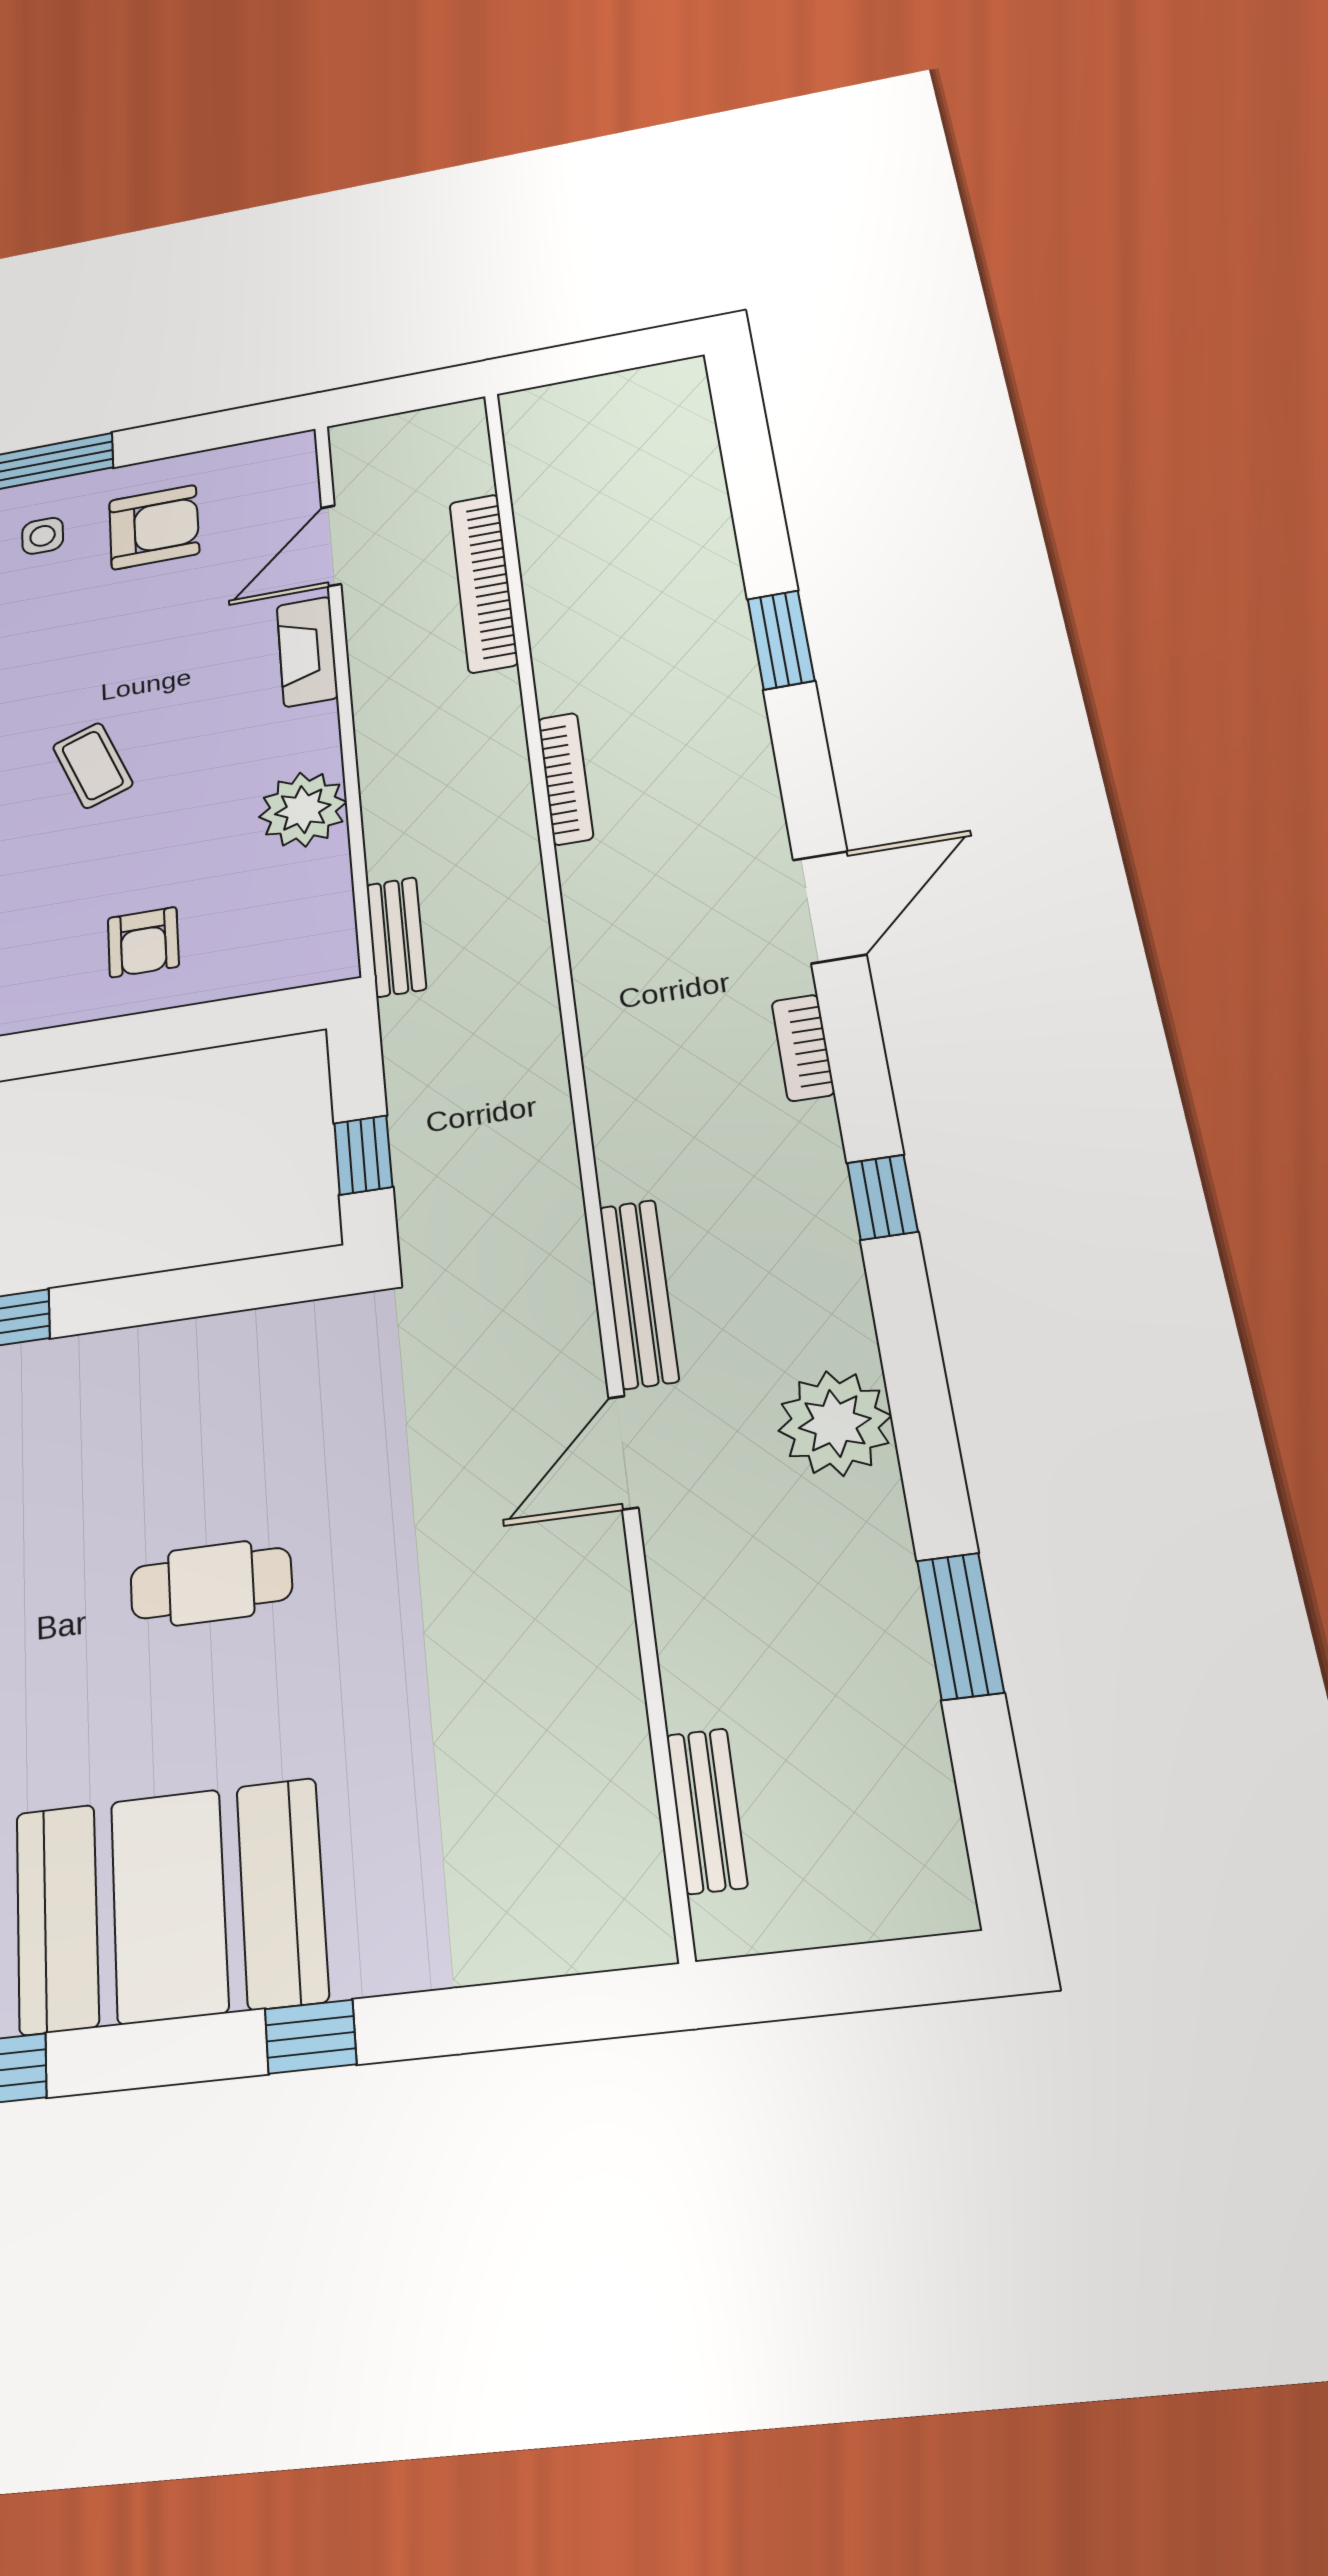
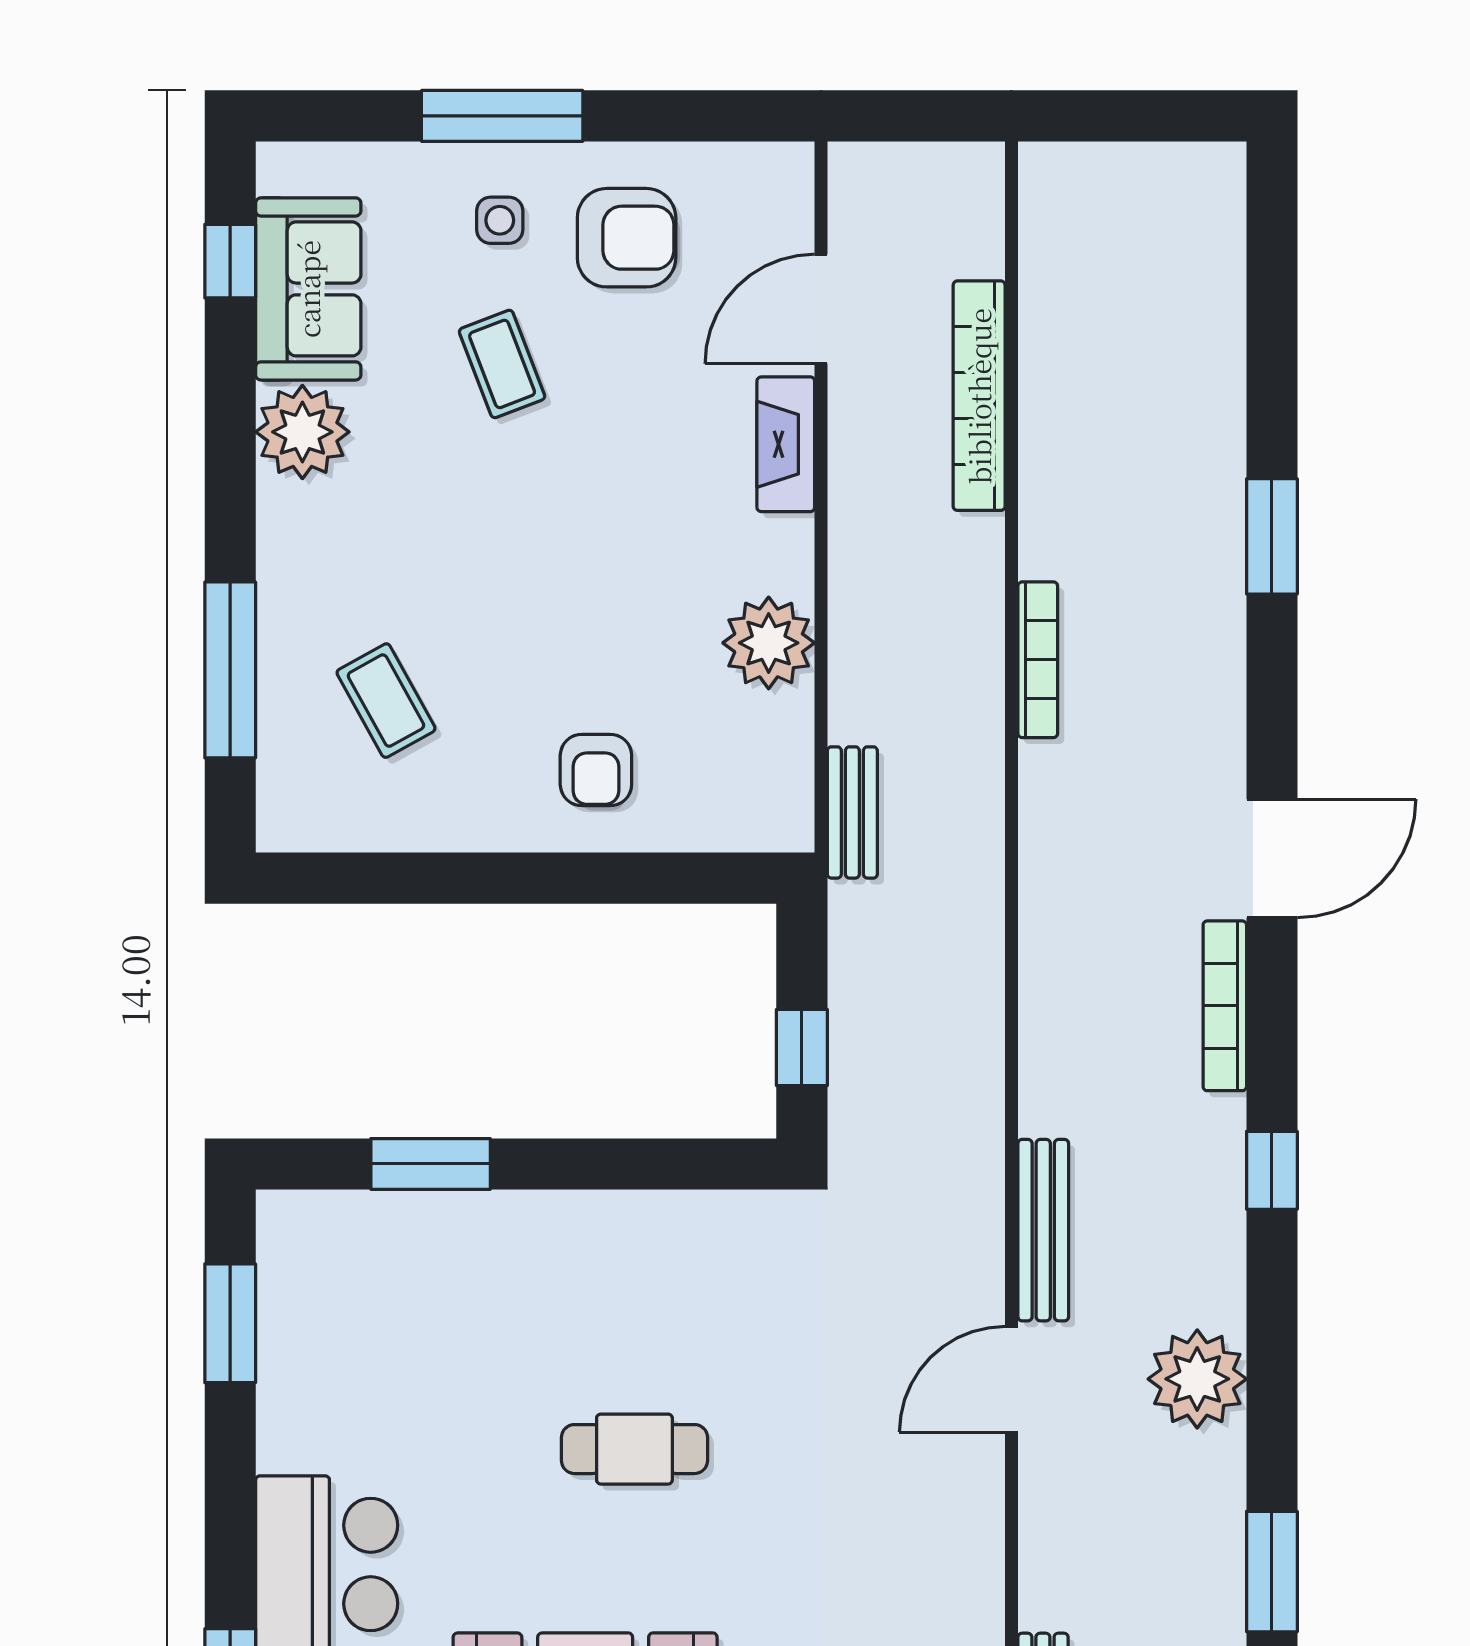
coffee table: (93, 765) -> (502, 364), moved
bookcase: (803, 1048) -> (1225, 1006), width x1.56

